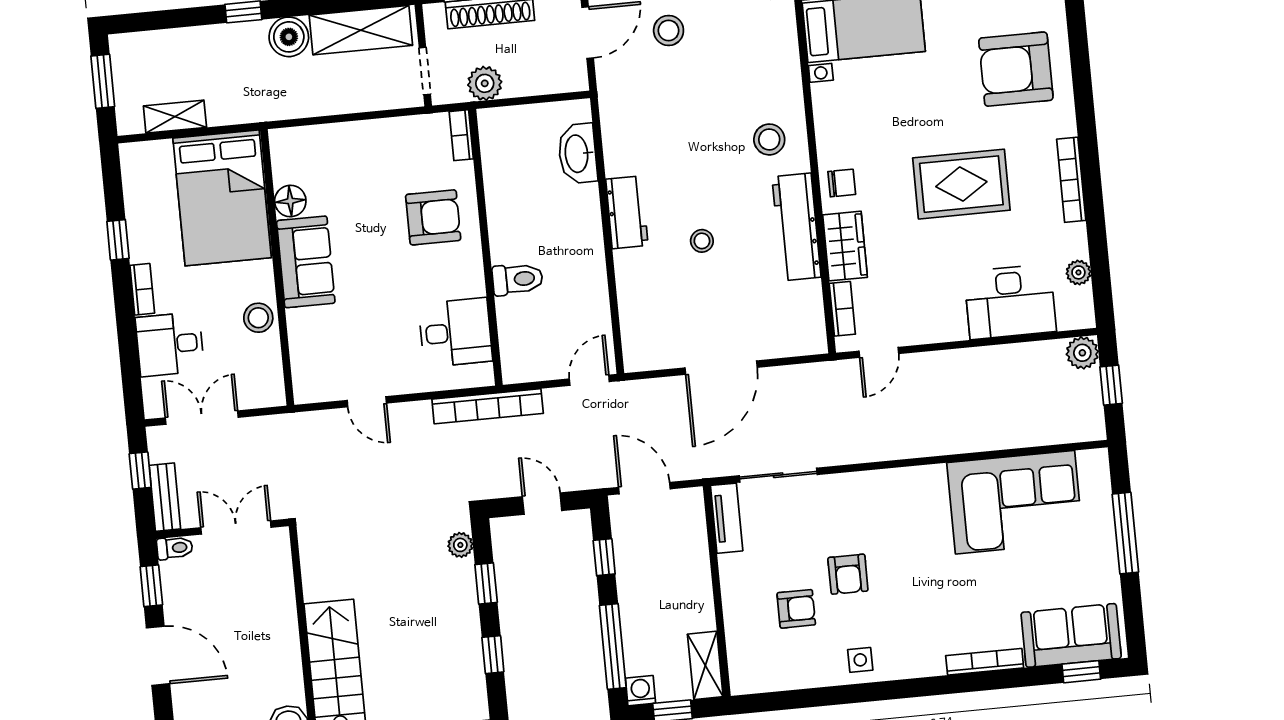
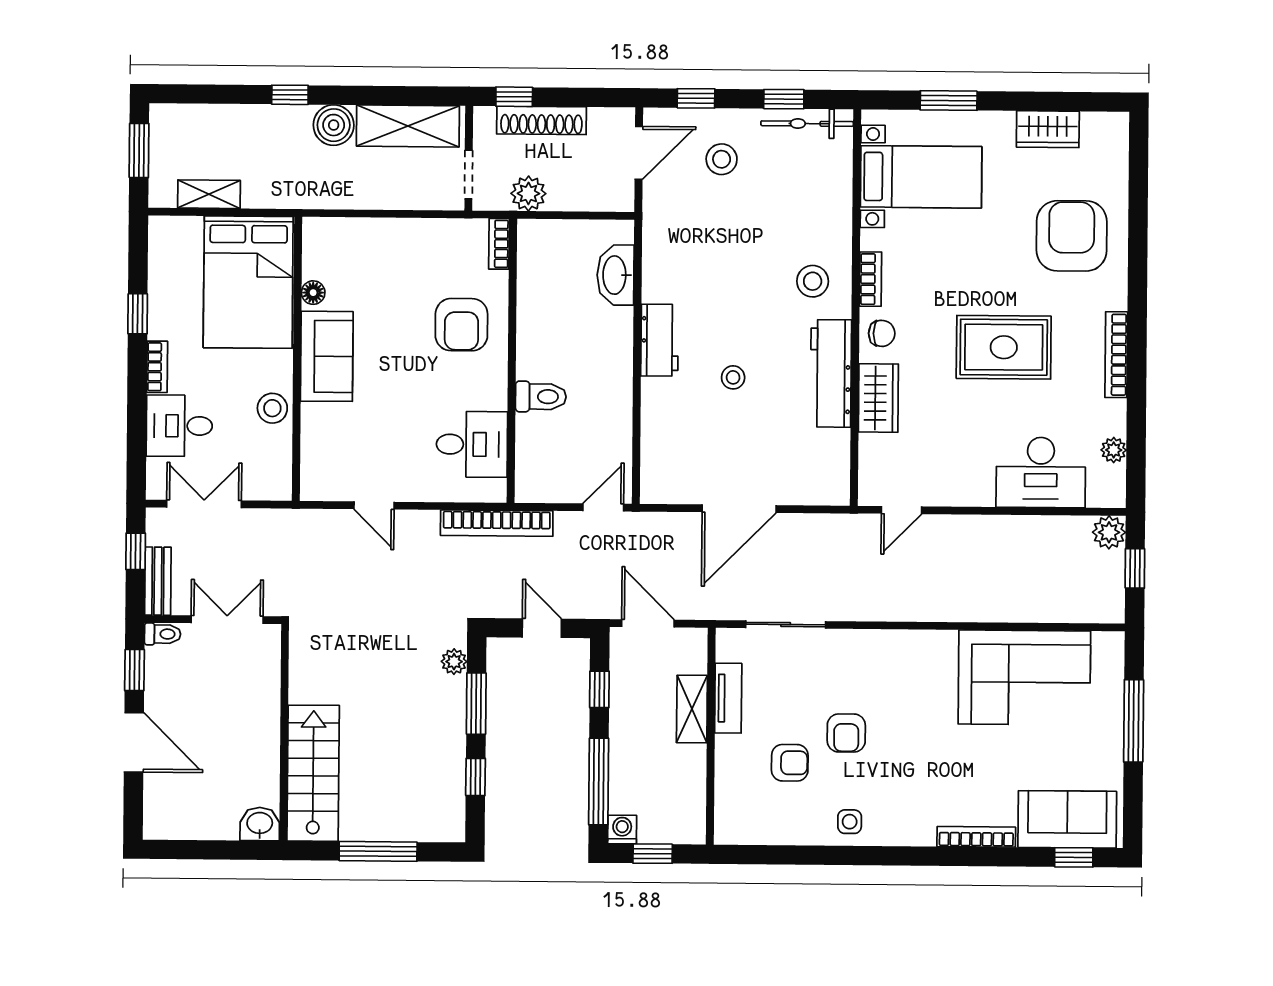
armchair: (1016, 69) -> (1072, 236), turned 90
floor lamp: (290, 201) -> (313, 293), width x0.73, depth x0.73
armchair: (433, 217) -> (461, 325), turned 90
bookcase: (842, 309) -> (871, 279), moved
tv unit: (727, 518) -> (728, 698), moved
window: (486, 583) -> (476, 704), width x1.50
shelving: (705, 665) -> (692, 709), moved

